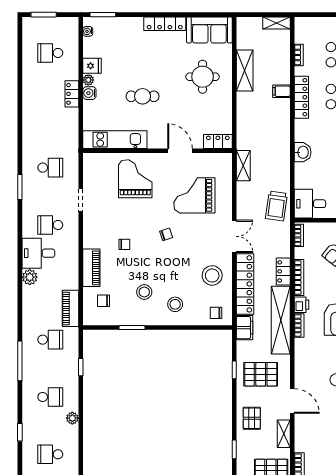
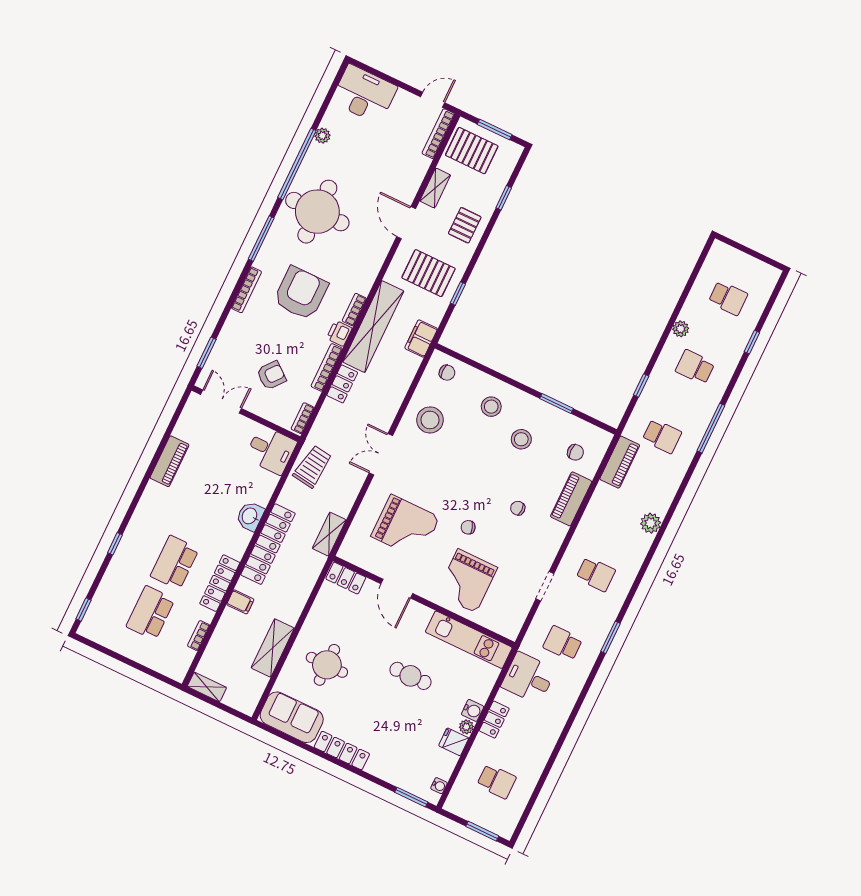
chair: (166, 234) -> (468, 527), moved
desk: (38, 253) -> (528, 678), moved, turned 180
locker: (245, 284) -> (268, 544), moved, turned 180
school desk: (50, 340) -> (662, 436), turned 180

